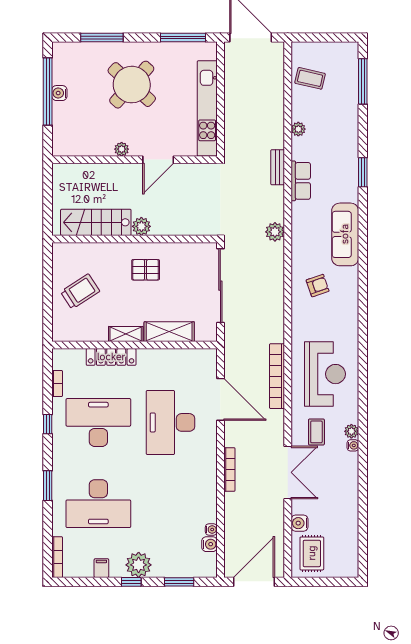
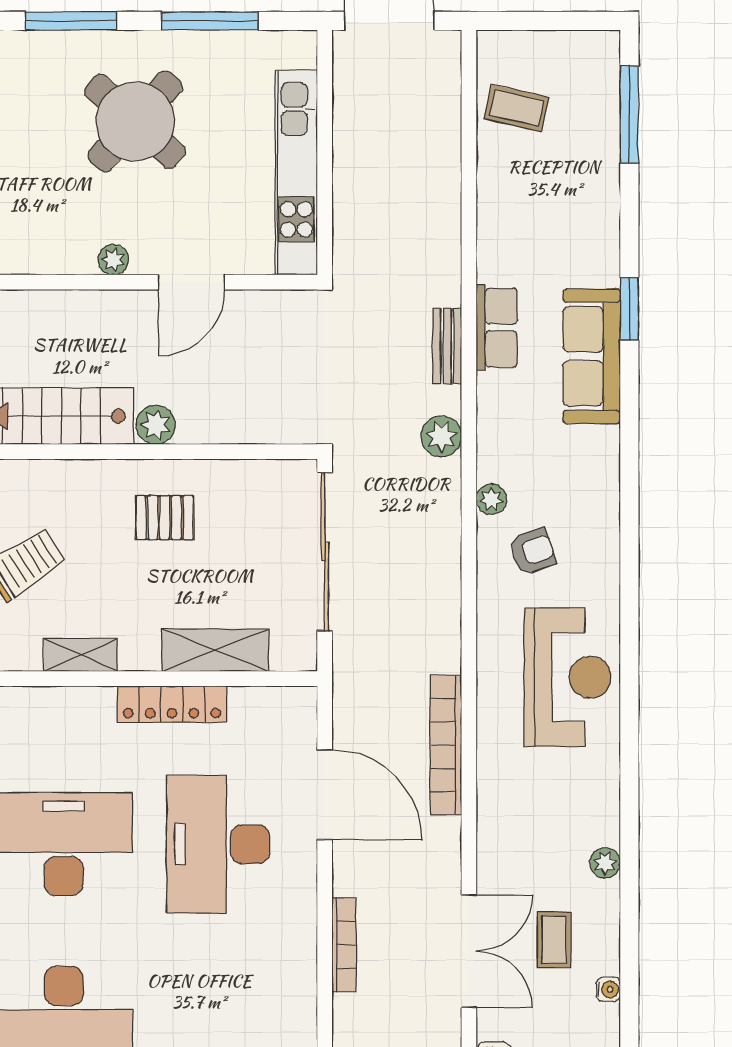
window: (183, 38) -> (210, 21), moved
plant: (298, 129) -> (491, 499), moved
bench: (278, 167) -> (447, 346), moved
sofa: (345, 234) -> (592, 356), moved
shelving: (126, 334) -> (80, 655), moved
locker: (111, 357) -> (172, 704), moved
reception desk: (325, 374) -> (567, 677), moved
coffee table: (316, 432) -> (554, 940), moved
water cooler: (353, 445) -> (608, 989), moved

